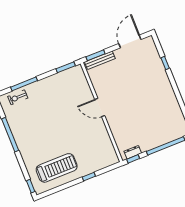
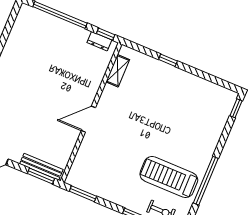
door: (100, 108) -> (88, 119), swing flipped
shelving: (109, 146) -> (118, 71), added
treadmill: (57, 168) -> (169, 177), moved

